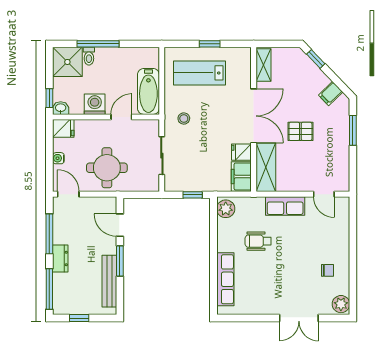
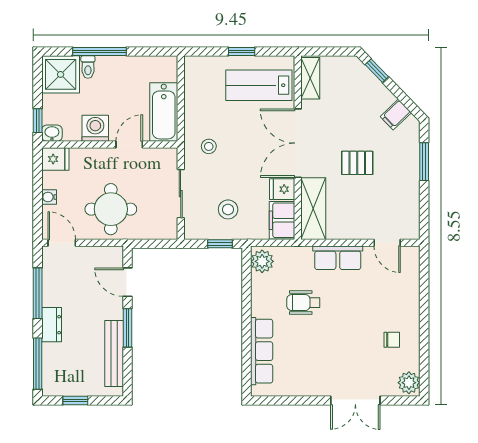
lab bench: (200, 73) -> (259, 85), moved
double door: (254, 116) -> (298, 143), swing flipped
stool: (199, 168) -> (228, 209), added

